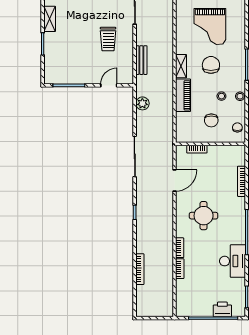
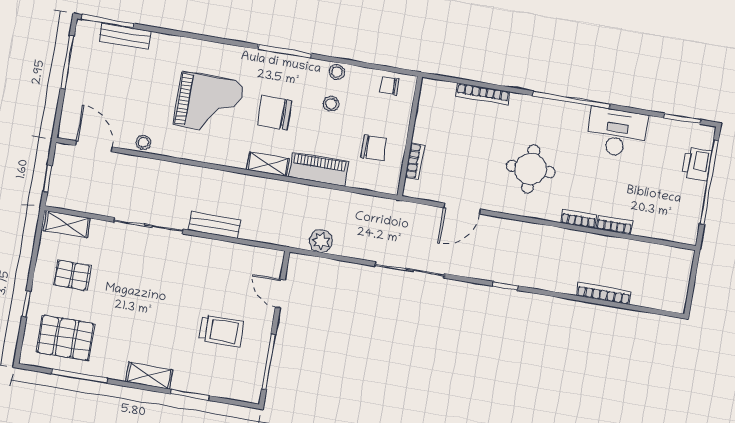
trolley: (108, 39) -> (221, 331), moved
bench: (141, 60) -> (215, 225), moved
chair: (211, 120) -> (374, 148), moved
door: (175, 181) -> (462, 209), swing flipped

